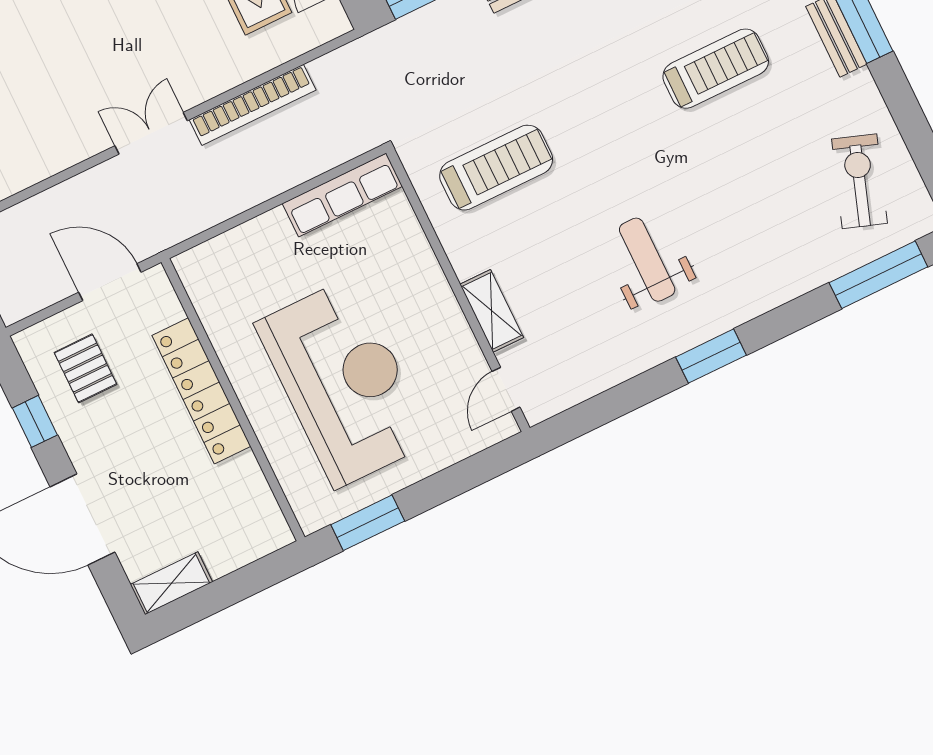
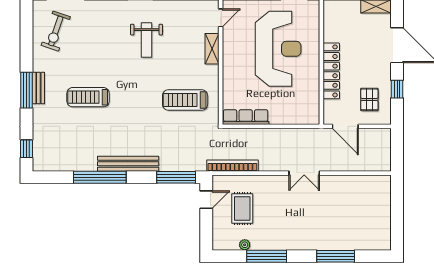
bookcase: (253, 105) -> (232, 166), moved
reception desk: (344, 383) -> (278, 49), turned 180

